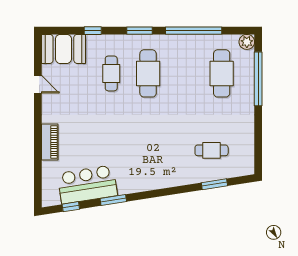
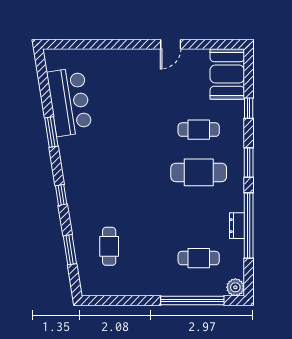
dresser: (194, 41) -> (237, 226), added
cafe table: (222, 73) -> (199, 258), width x0.73, depth x0.74
door: (38, 84) -> (171, 44), moved
piano: (50, 142) -> (119, 58), removed
window: (71, 207) -> (61, 195), moved

